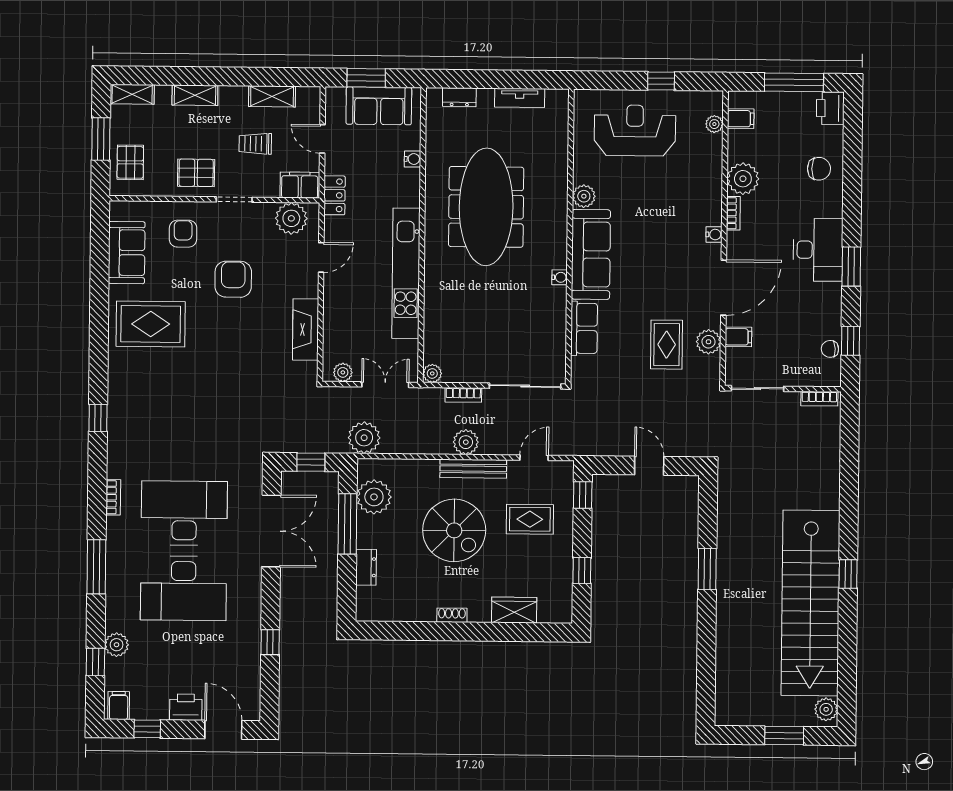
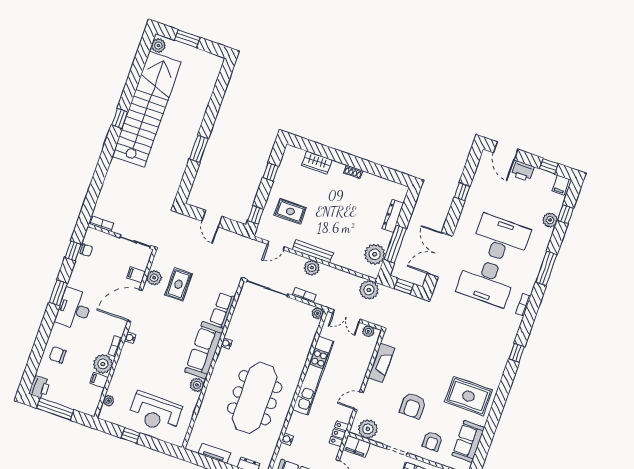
filing cabinet: (741, 119) -> (99, 380), moved
spiral stairs: (454, 530) -> (336, 220), removed
dresser: (366, 567) -> (393, 216), width x1.44

